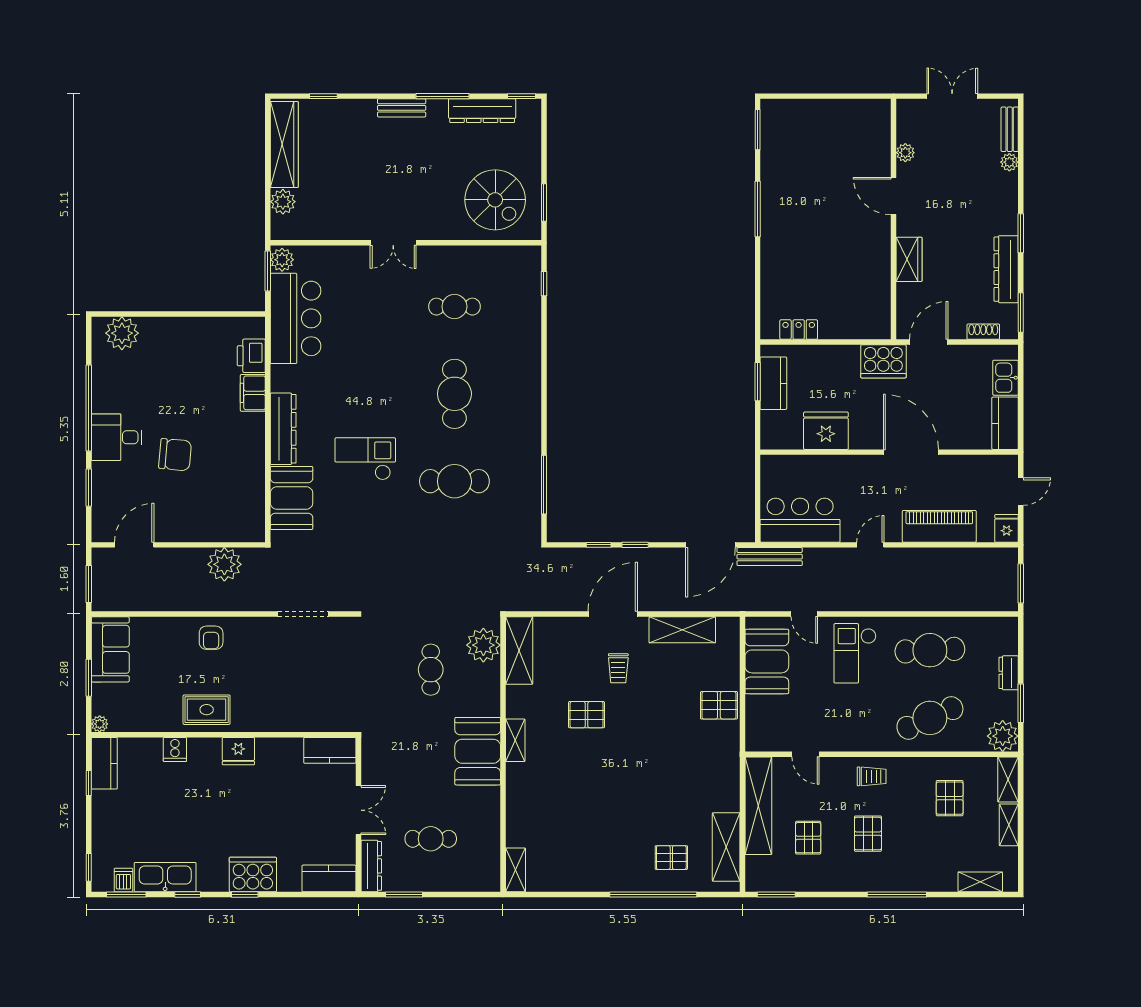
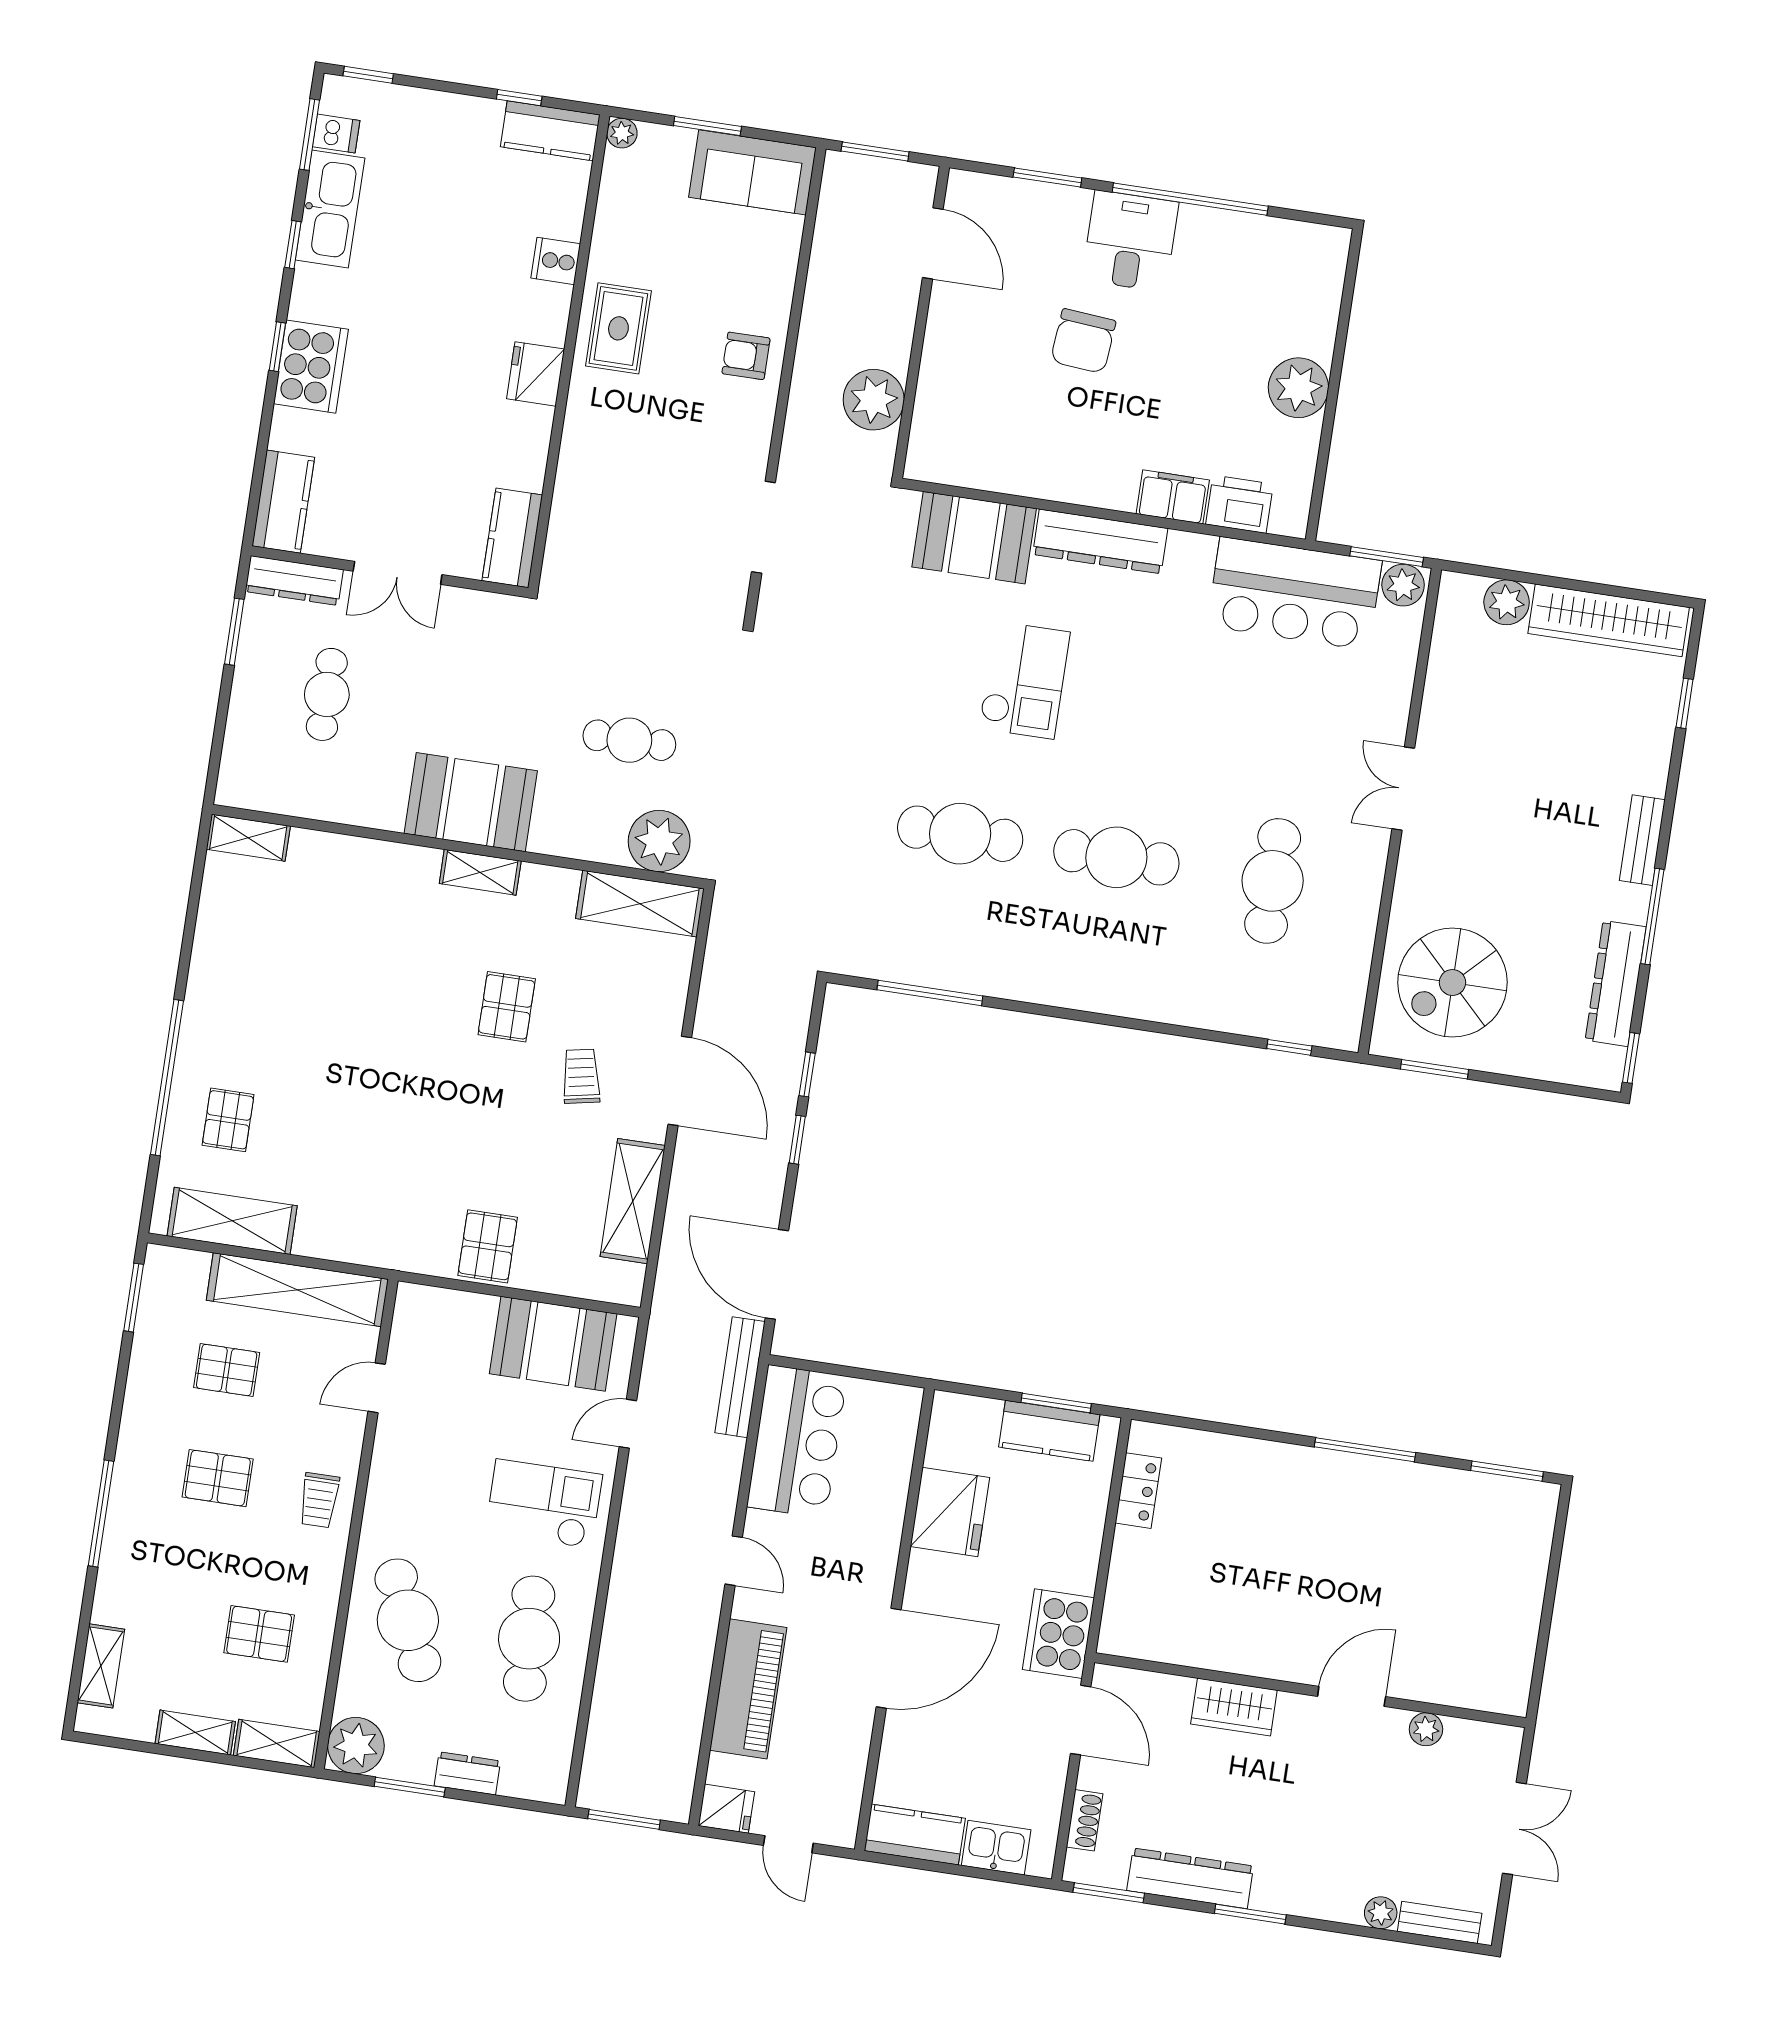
cafe table: (454, 307) -> (1273, 881), width x1.37, depth x1.35
plant: (122, 333) -> (1298, 388), moved
cafe table: (454, 481) -> (960, 834), turned 90
trolley: (618, 668) -> (581, 1076), turned 79

